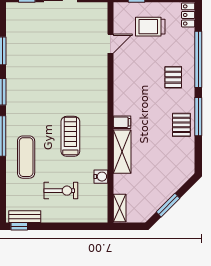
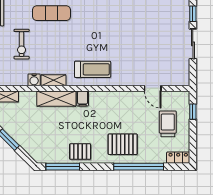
pallet: (173, 77) -> (123, 144), width x1.50, depth x1.42
window: (198, 117) -> (63, 167), moved
treadmill: (70, 136) -> (93, 69), moved
shelving: (101, 155) -> (53, 80), added

